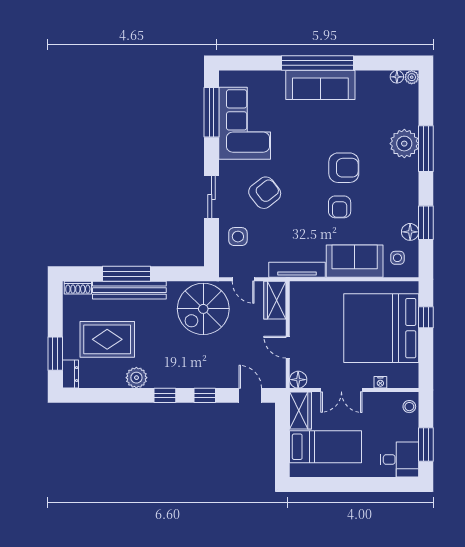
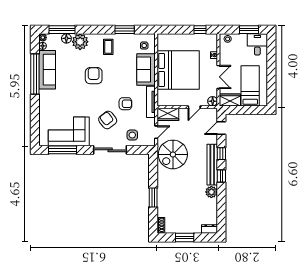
window: (317, 63) -> (35, 74), moved
sofa: (320, 85) -> (47, 70), moved
window: (426, 149) -> (62, 30), moved
coffee table: (395, 194) -> (108, 47), added
sliding door: (212, 197) -> (110, 150), width x1.37
armchair: (340, 207) -> (125, 104), moved
floor lamp: (410, 232) -> (66, 38), moved
window: (127, 274) -> (153, 198), width x0.69
bench: (129, 290) -> (212, 165), moved
spiral stairs: (203, 309) -> (173, 154), turned 90
window: (426, 317) -> (200, 30), moved
bed: (381, 328) -> (178, 70), moved, turned -90
rug: (107, 339) -> (190, 208), removed
window: (55, 354) -> (185, 238), moved

